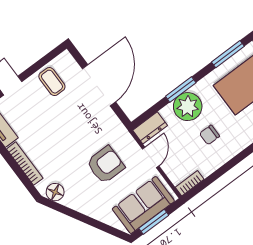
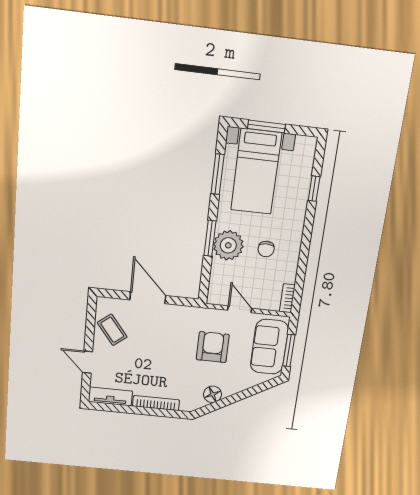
coffee table: (52, 82) -> (112, 330), turned 52
door: (99, 85) -> (148, 298), width x0.73
dresser: (150, 128) -> (217, 289), removed
floor lamp: (55, 192) -> (213, 394), moved

